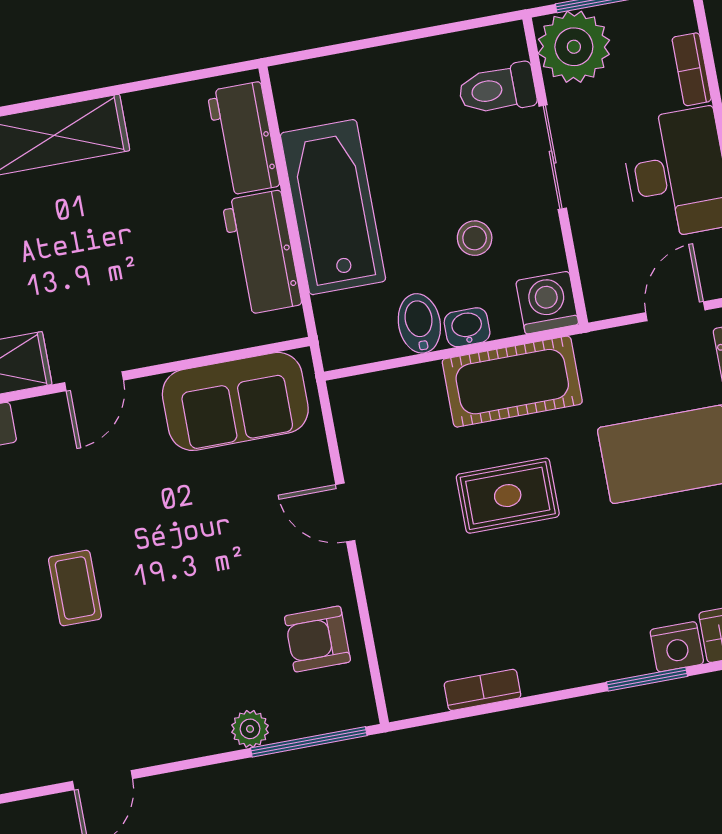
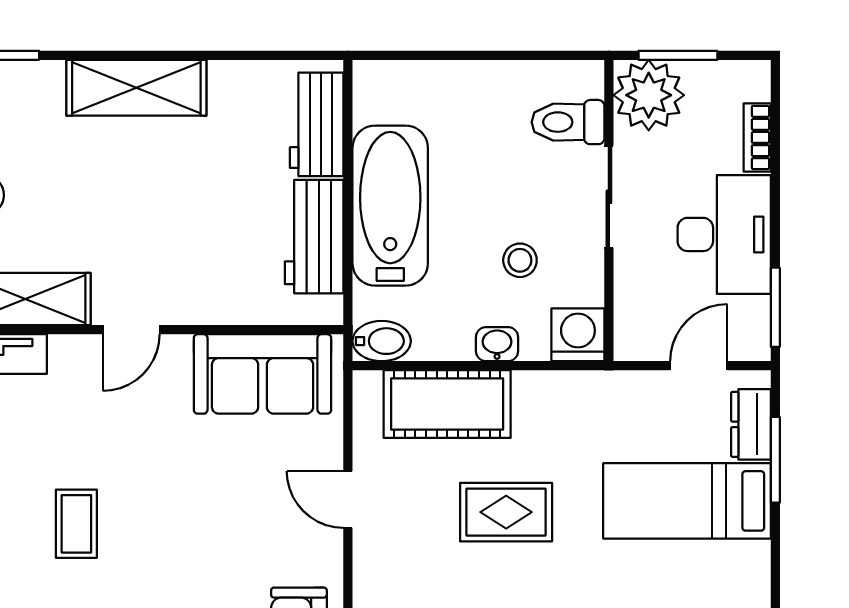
bidet: (419, 323) -> (382, 341), moved, turned 90
cot: (512, 382) -> (447, 404), moved

